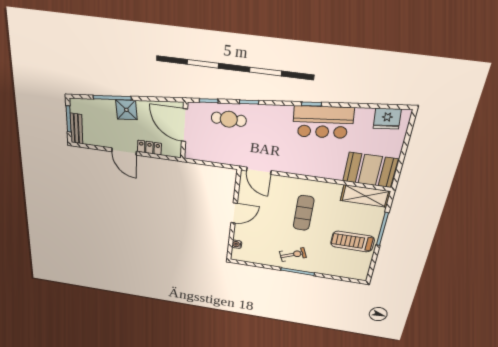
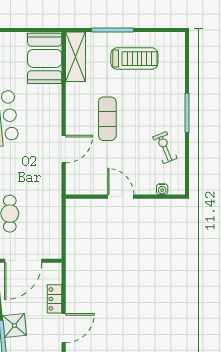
door: (259, 171) -> (64, 149), moved
exercise mat: (304, 213) -> (107, 119), turned 90
treadmill: (352, 241) -> (134, 59), turned -90
exercise bike: (293, 255) -> (165, 148), moved

